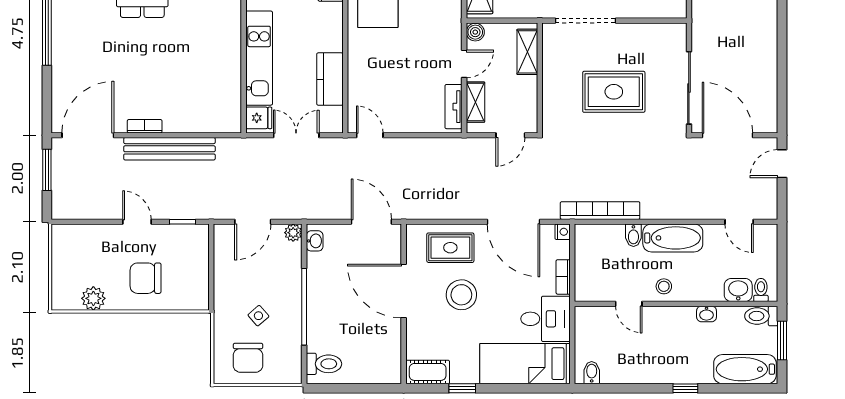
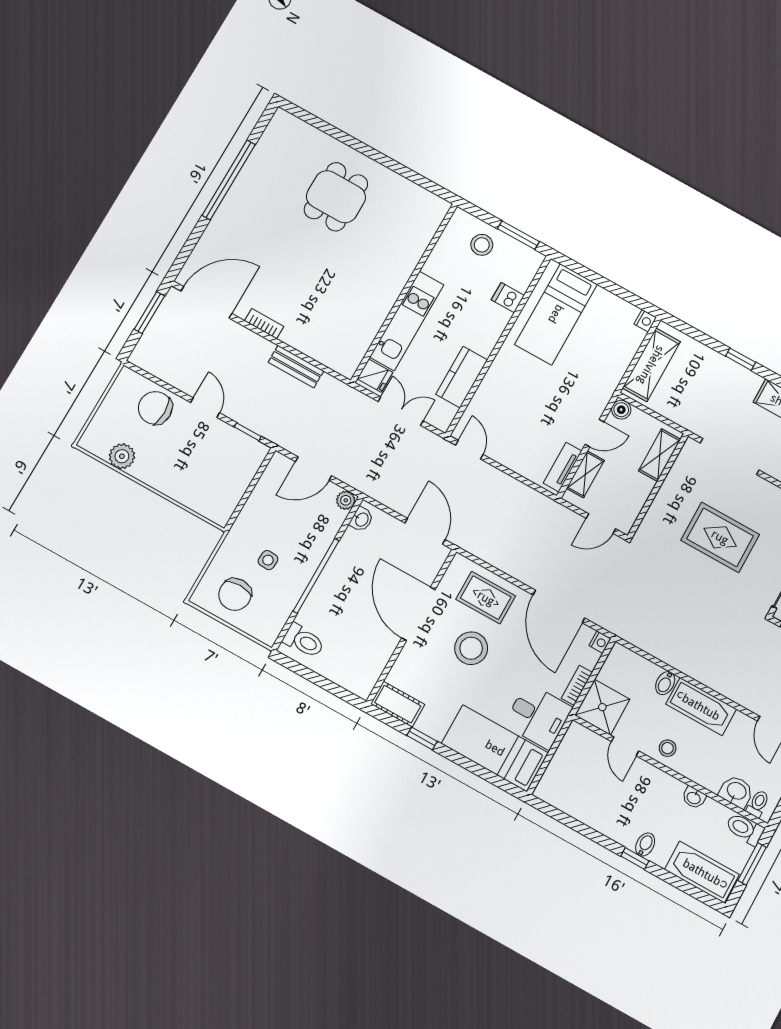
bench: (169, 149) -> (296, 367), width x0.54, depth x0.82
bookcase: (600, 211) -> (646, 642), removed
chair: (146, 278) -> (155, 408), moved
shower: (593, 283) -> (602, 707), added
side table: (258, 316) -> (268, 560), turned 45
bidet: (592, 373) -> (645, 845), moved

